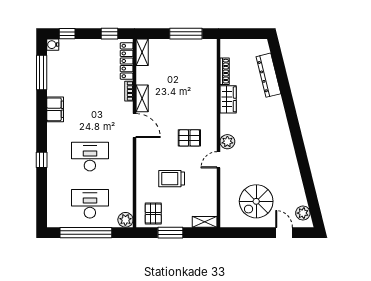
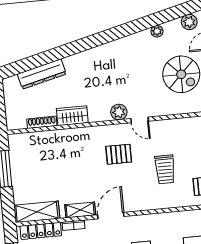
shelving: (142, 52) -> (37, 212), width x1.50, depth x1.33
pallet: (189, 138) -> (119, 154), turned 90
plant: (297, 183) -> (157, 31), added

